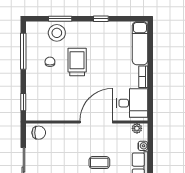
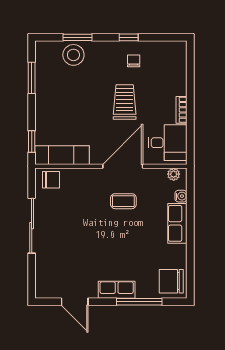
exam couch: (140, 43) -> (62, 155), moved, turned 90
window: (23, 51) -> (32, 78), width x0.69
chair: (50, 62) -> (134, 61), moved
trolley: (77, 62) -> (125, 102), moved
coffee table: (99, 163) -> (123, 201), moved

